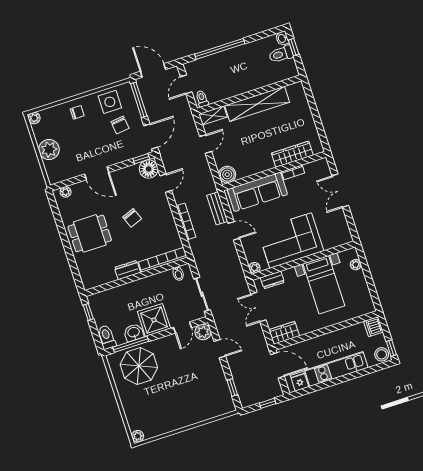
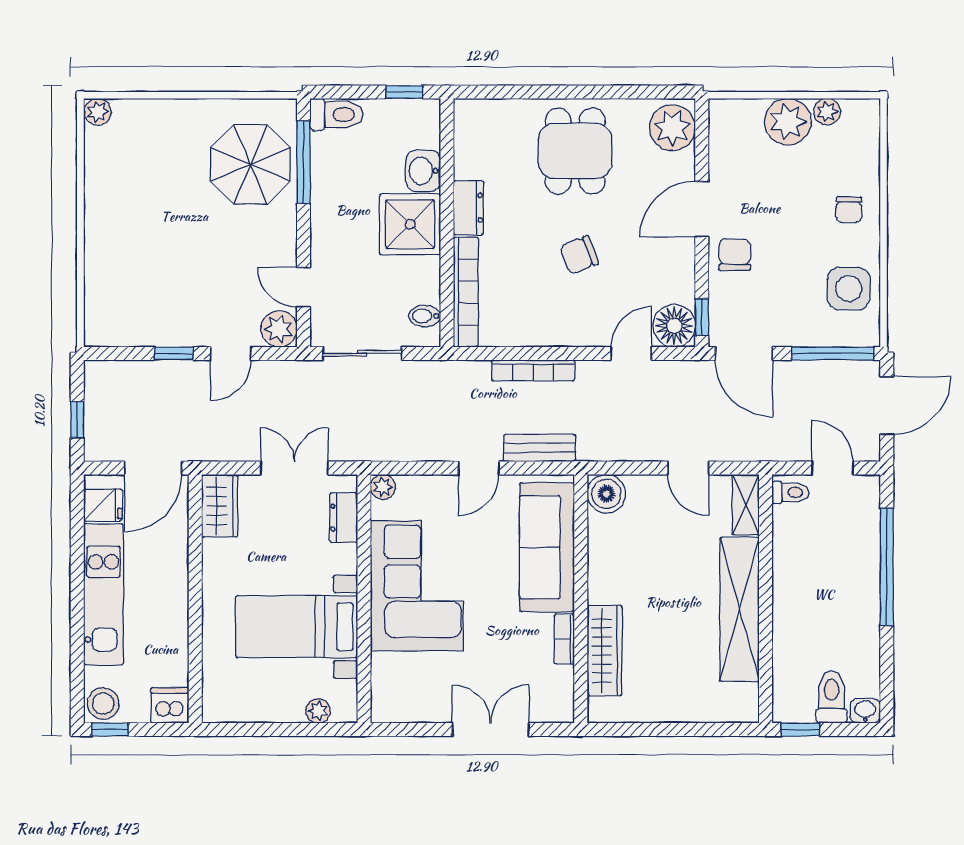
window: (294, 47) -> (800, 729), moved
plant: (34, 118) -> (827, 112), moved
chair: (120, 125) -> (735, 255), moved, turned 97
door: (166, 183) -> (631, 353), swing flipped
plant: (66, 192) -> (672, 128), width x1.88, depth x1.88
shower: (154, 320) -> (410, 224), moved
washbasin: (134, 333) -> (423, 171), moved, turned 180
window: (232, 388) -> (174, 353), moved

